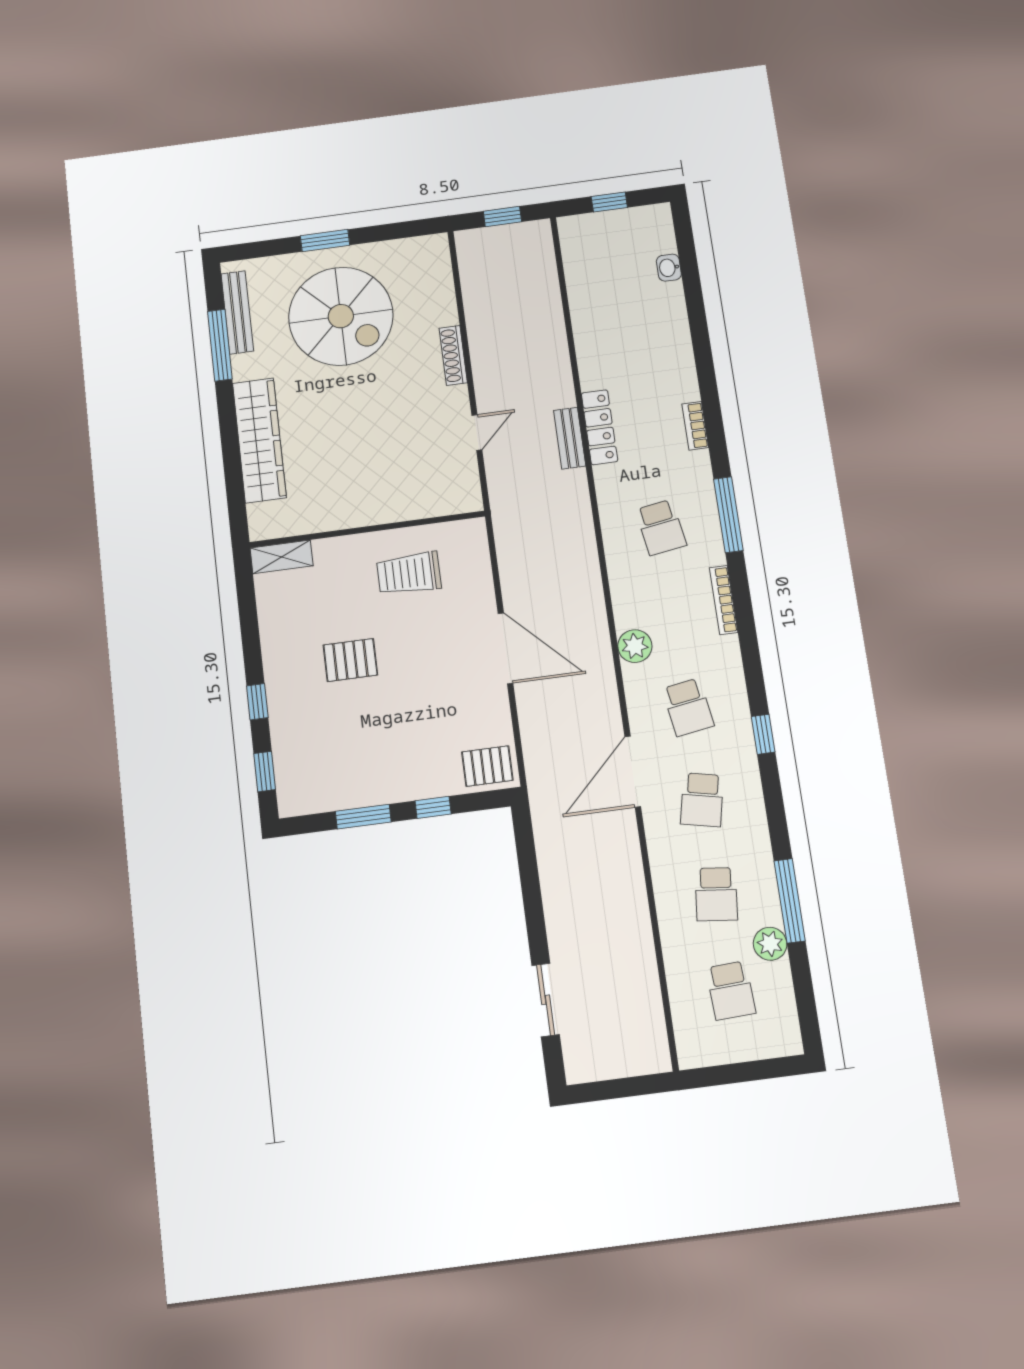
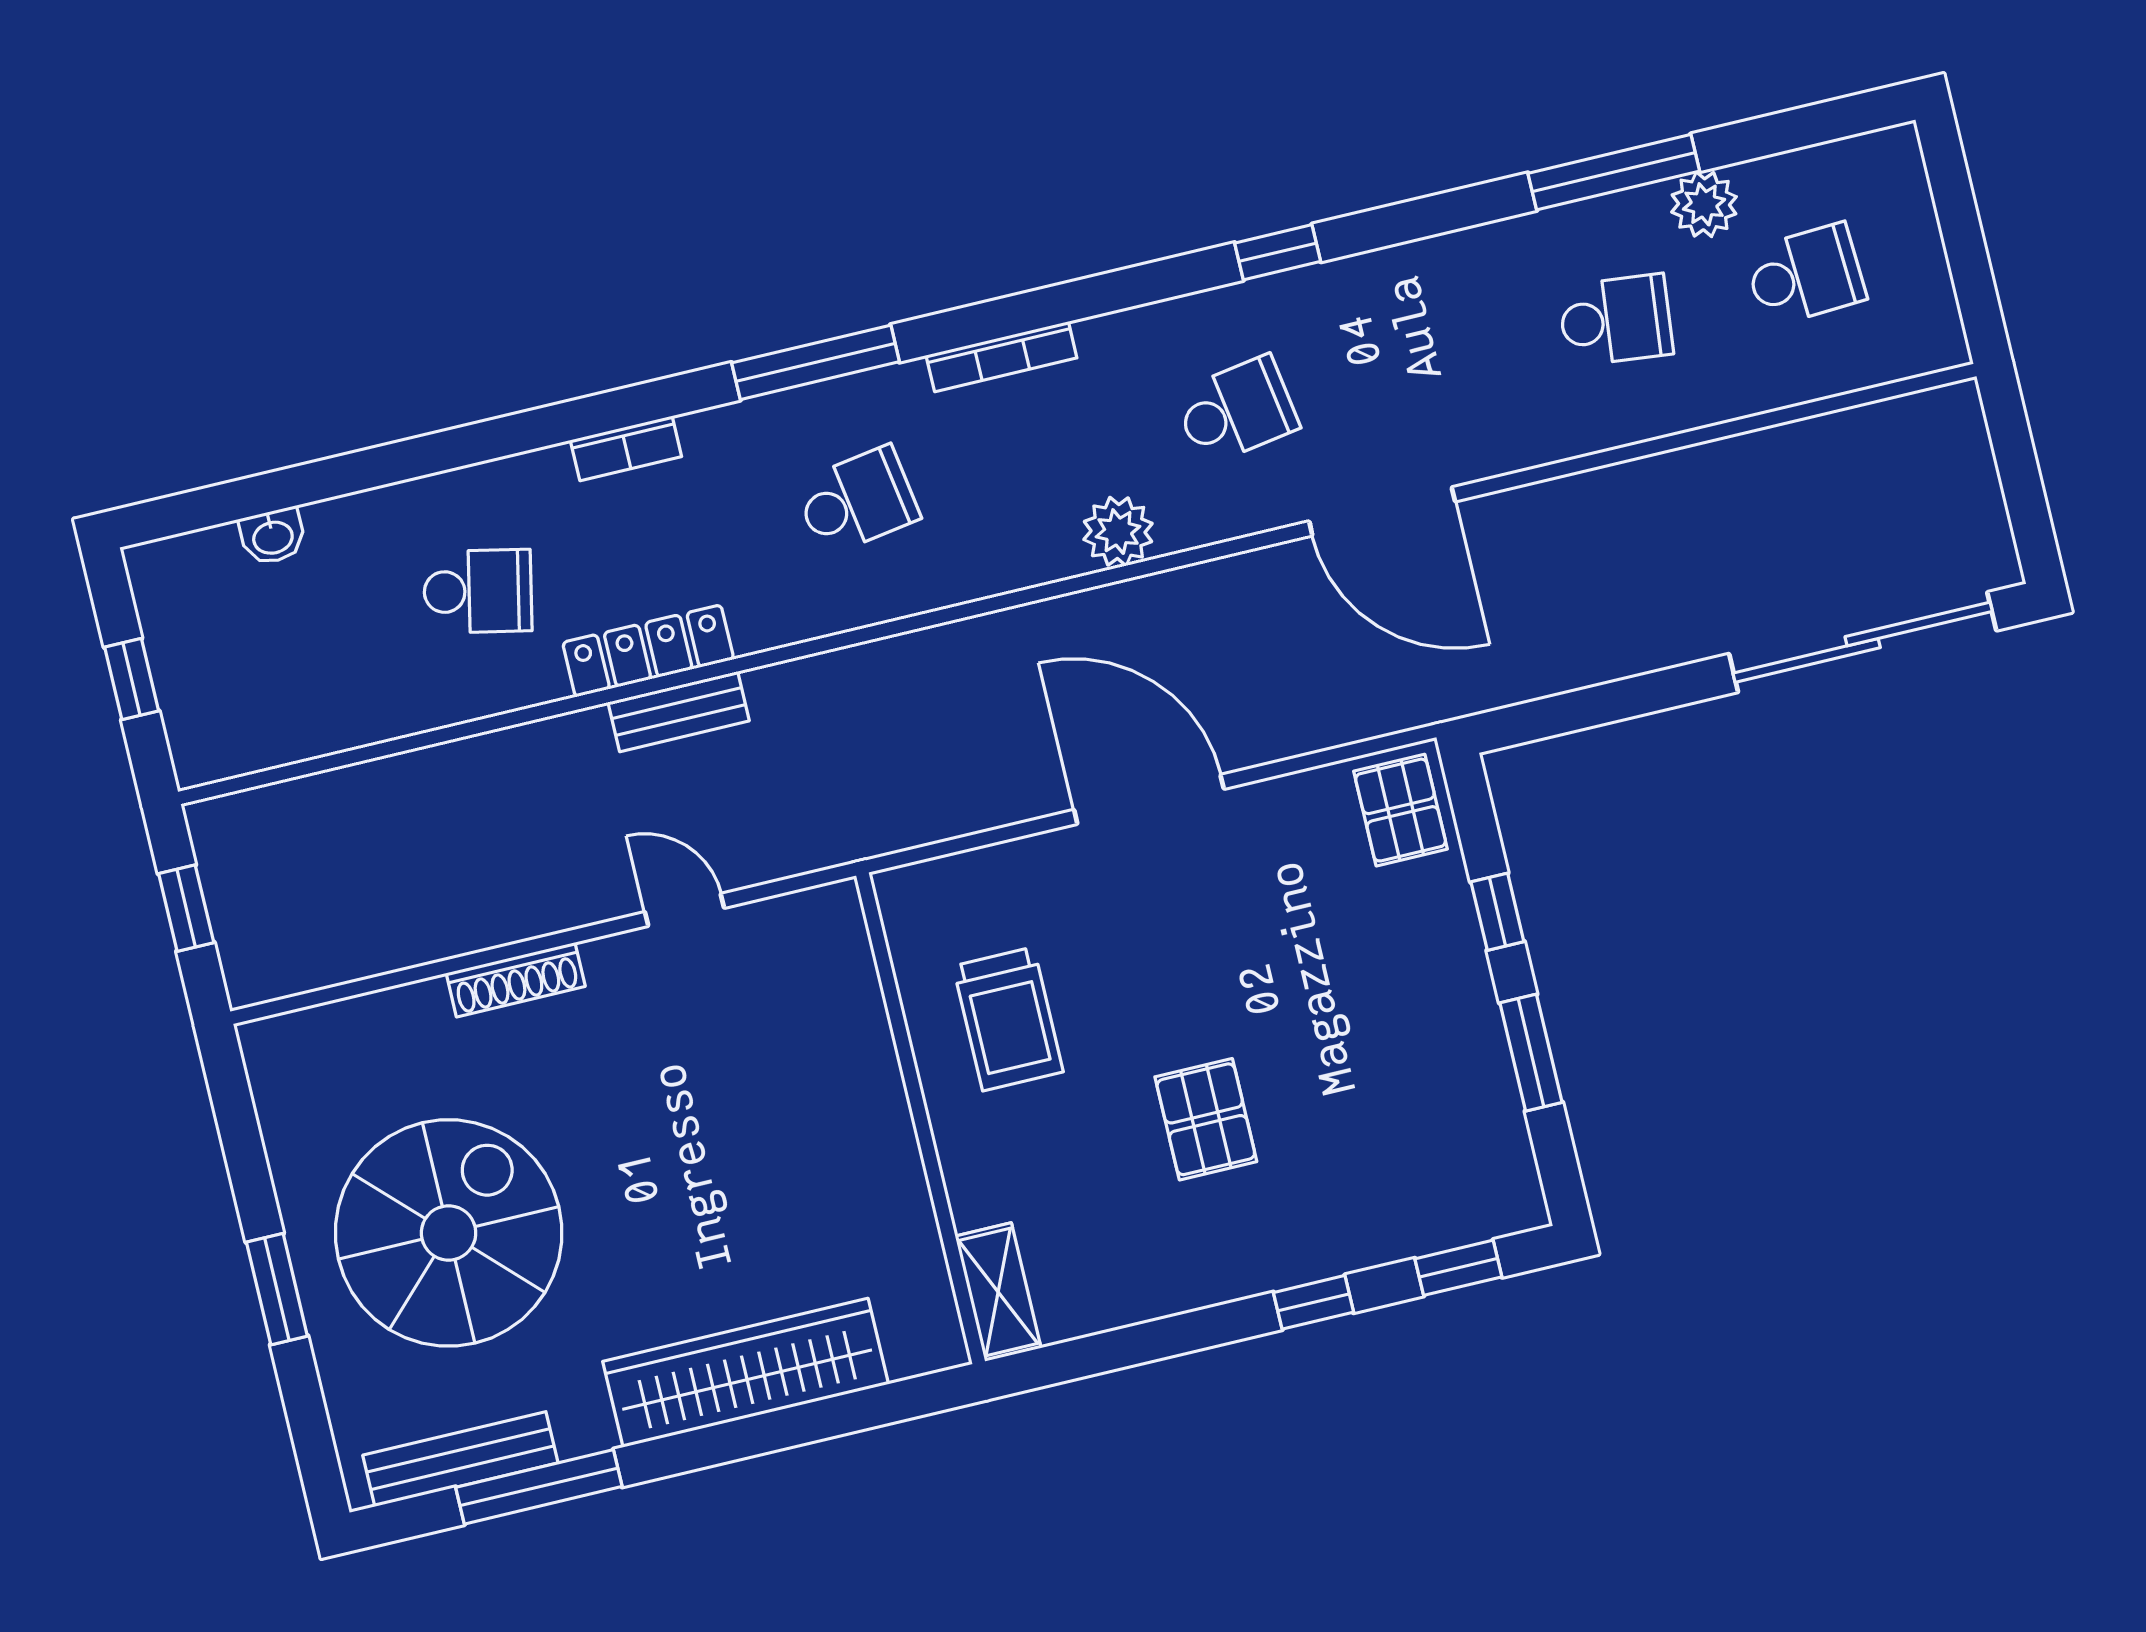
door: (505, 648) -> (1149, 799), hinge flipped
school desk: (702, 800) -> (478, 591), moved
sliding door: (546, 1000) -> (1863, 642), width x1.86

